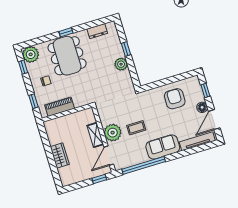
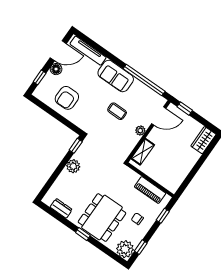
window: (126, 49) -> (76, 146), moved
plant: (113, 133) -> (140, 131), width x0.53, depth x0.53
shelving: (95, 135) -> (143, 152), moved
wardrobe: (60, 155) -> (203, 140), moved

